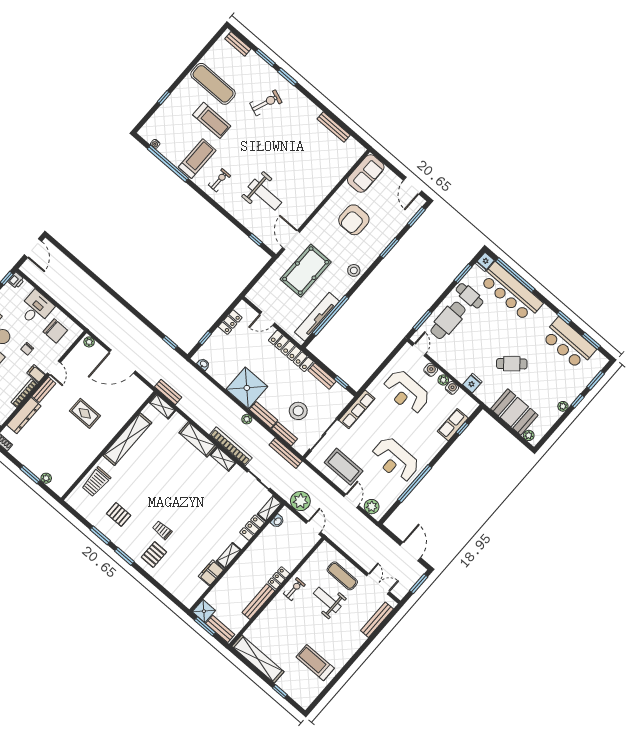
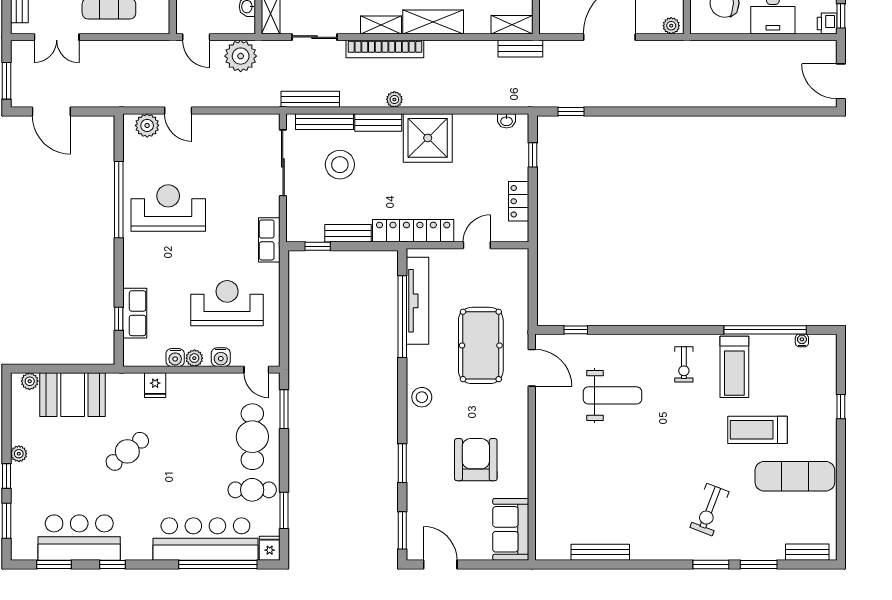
weight bench: (265, 195) -> (612, 395), turned 180
row of seats: (357, 409) -> (269, 240), width x0.68
bench: (284, 434) -> (324, 122), width x1.36
coffee table: (344, 467) -> (224, 144), removed

